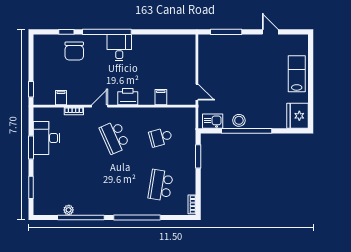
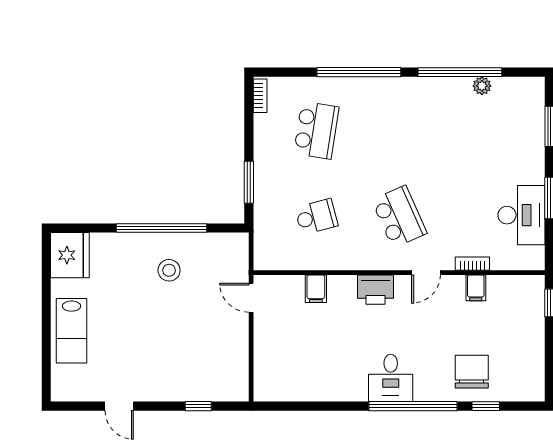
window: (226, 32) -> (198, 406), width x0.46
filing cabinet: (61, 98) -> (476, 288), moved
stool: (239, 120) -> (169, 270), moved
kitchen sink: (213, 121) -> (223, 246), removed

